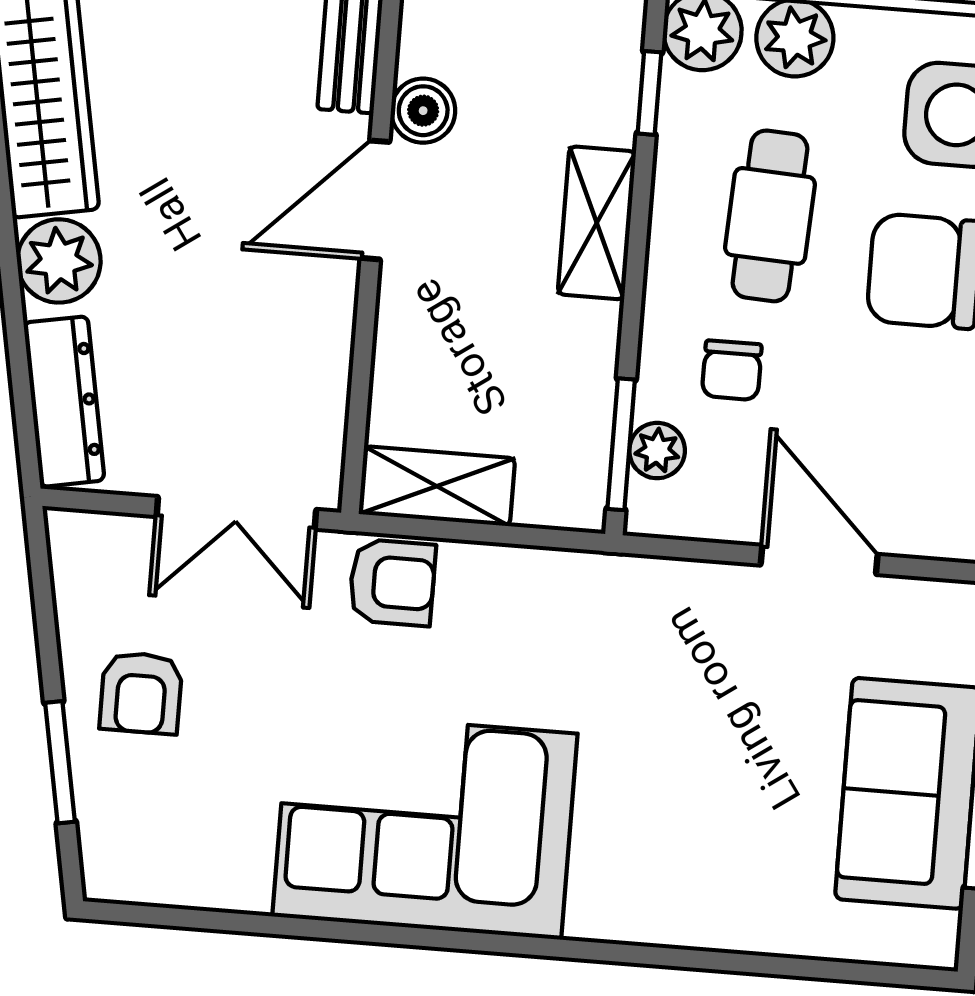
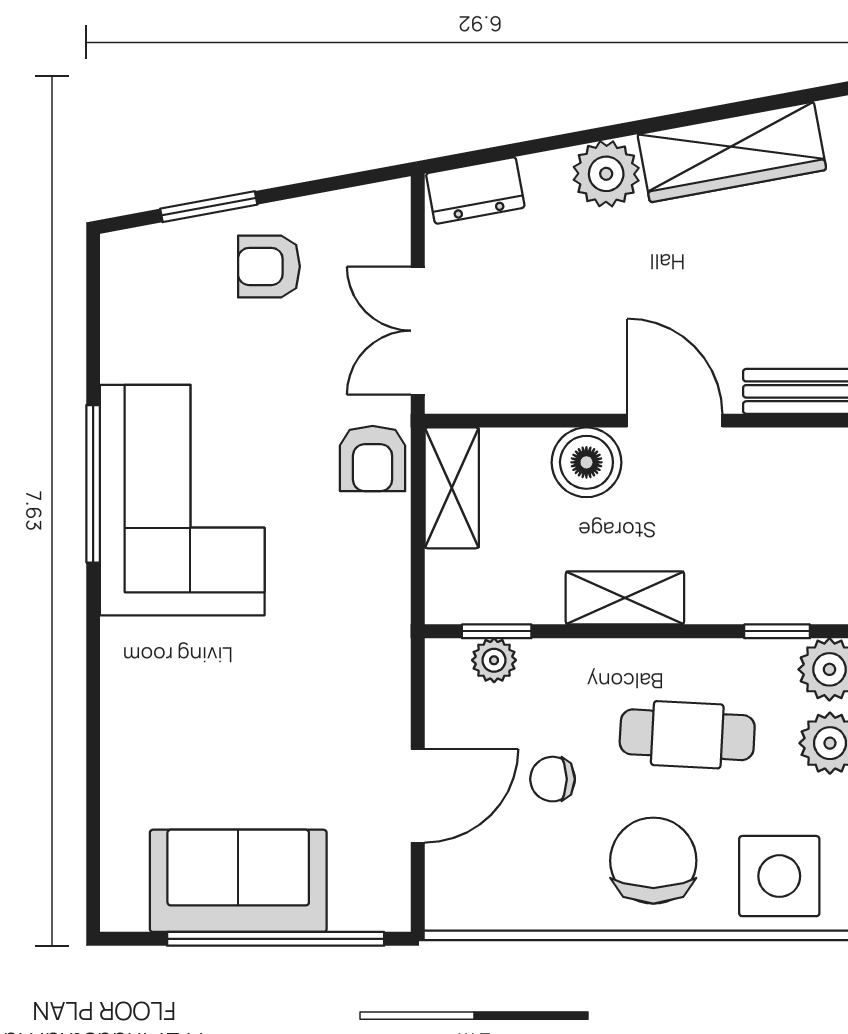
boiler: (423, 111) -> (586, 462), moved, width x1.36, depth x1.36
shelving: (597, 223) -> (625, 598), moved
chair: (732, 370) -> (553, 779), moved
dresser: (64, 402) -> (475, 190), width x0.70
window: (621, 444) -> (497, 631), width x0.67
window: (396, 935) -> (93, 484), added

